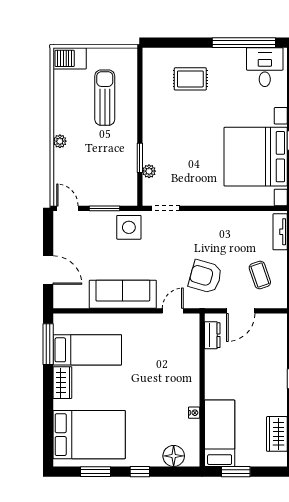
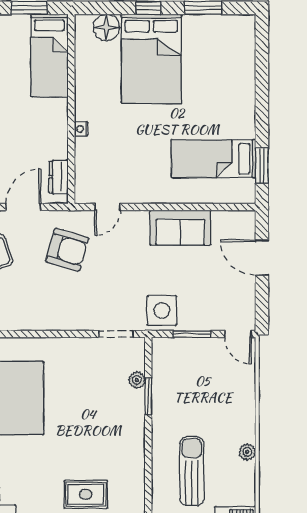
sun lounger: (105, 98) -> (192, 471), turned 180
plant: (60, 141) -> (247, 452), moved
sofa: (123, 294) -> (180, 228), width x0.73
window: (48, 344) -> (262, 166), width x0.69
wardrobe: (62, 383) -> (244, 118), removed
nightstand: (194, 413) -> (81, 129), moved
bed: (89, 435) -> (151, 59), moved, turned -90

